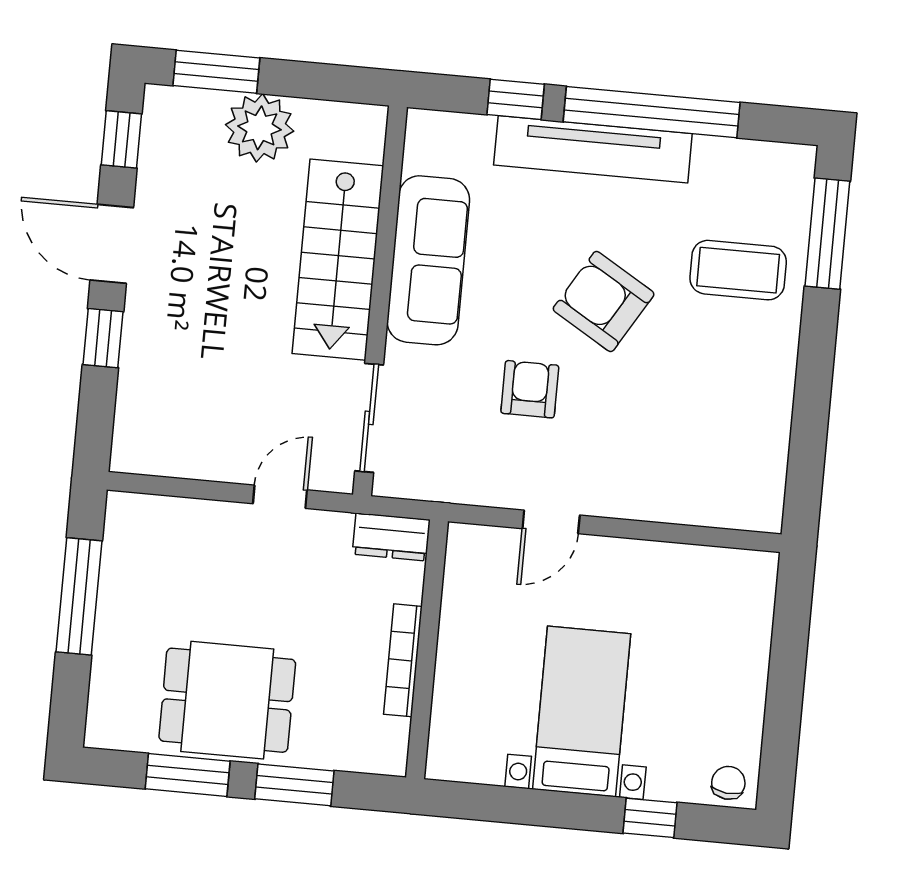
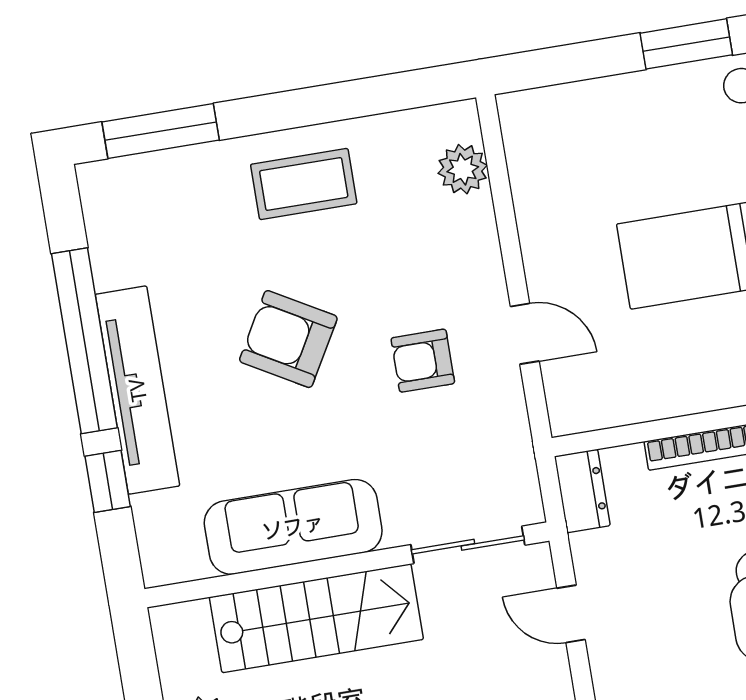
coffee table: (738, 270) -> (304, 184), moved, turned 90
armchair: (604, 302) -> (288, 339), turned 89
armchair: (530, 389) -> (423, 361), moved
plant: (719, 504) -> (463, 169), added
window: (780, 742) -> (686, 44), added

